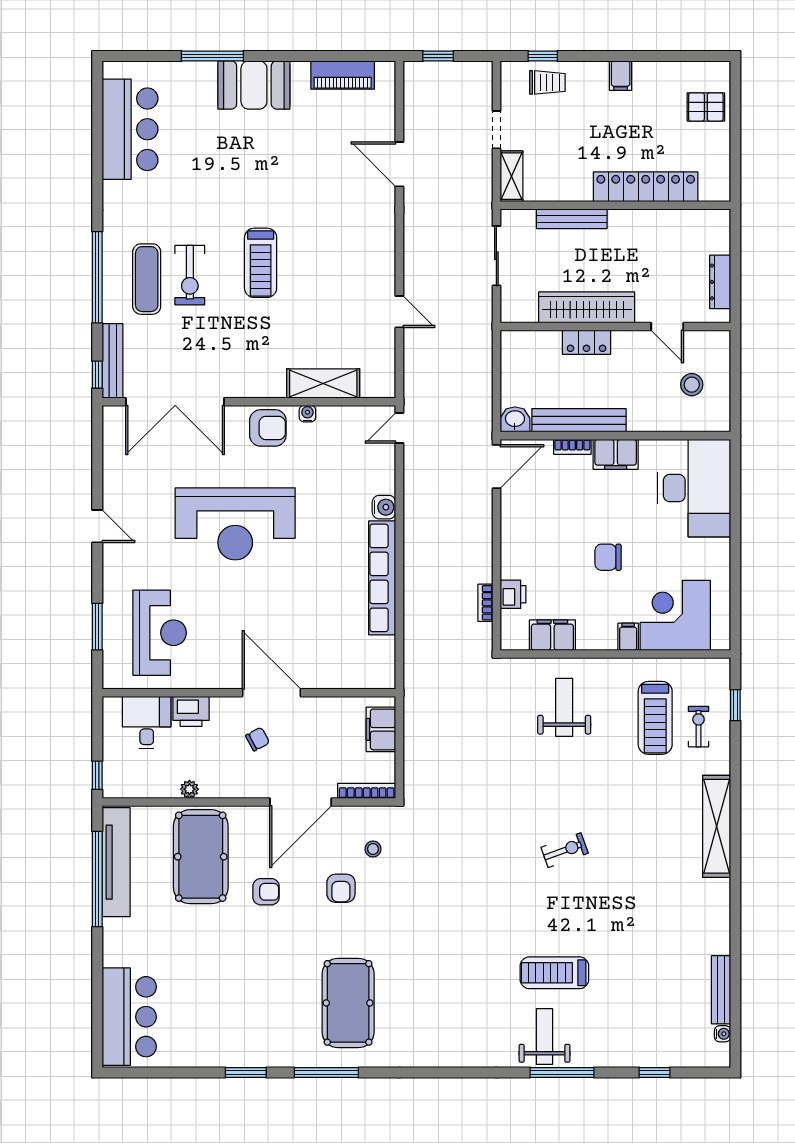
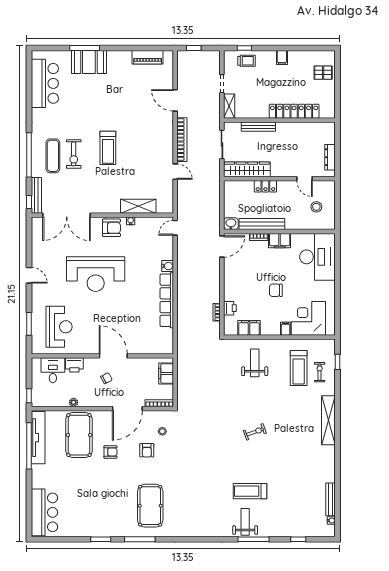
booth: (254, 85) -> (89, 62), moved
bookcase: (413, 245) -> (182, 140), added
wardrobe: (587, 307) -> (247, 169), moved

